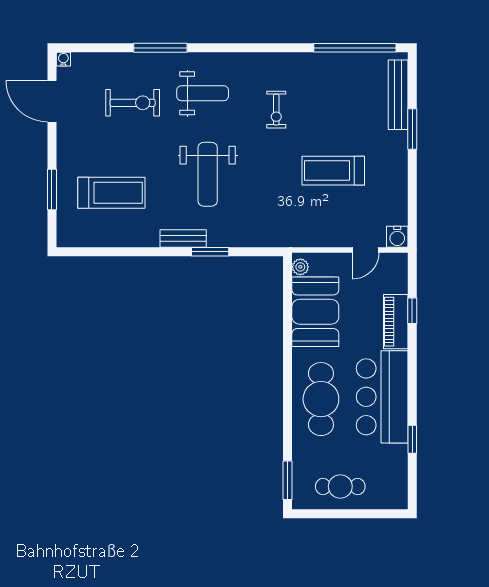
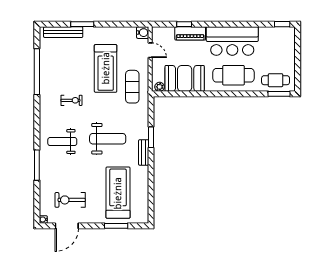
window: (355, 48) -> (37, 72), moved
weight bench: (203, 93) -> (62, 142), turned -90
exercise bike: (133, 103) -> (70, 200), moved, turned -90
treadmill: (333, 171) -> (106, 68), width x1.37, depth x1.38
treadmill: (111, 193) -> (118, 193), width x1.37, depth x1.38
exercise mat: (301, 218) -> (132, 87), added
window: (412, 439) -> (282, 24), moved
cafe table: (340, 486) -> (276, 80), moved, turned 90

